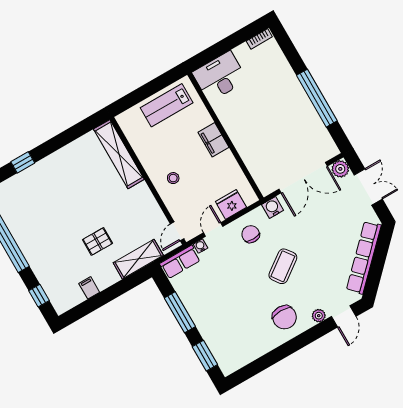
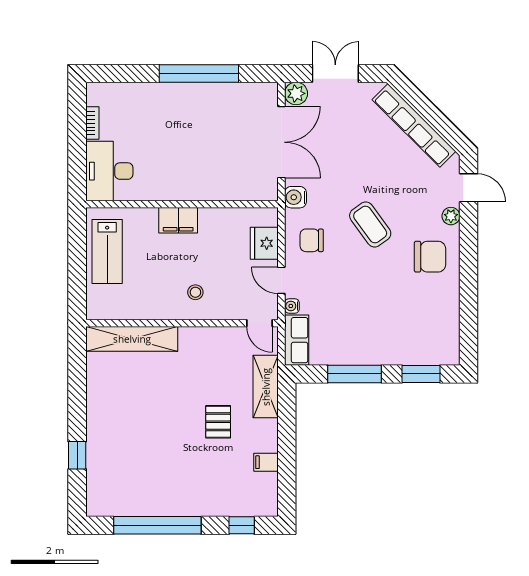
bookcase: (259, 39) -> (92, 123), moved

